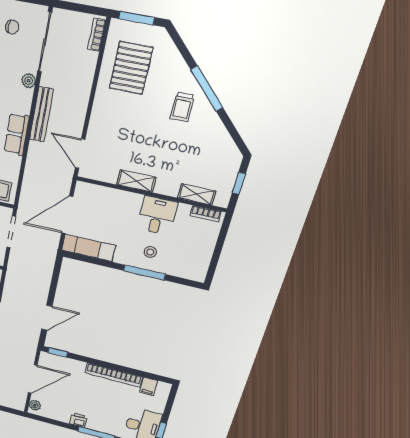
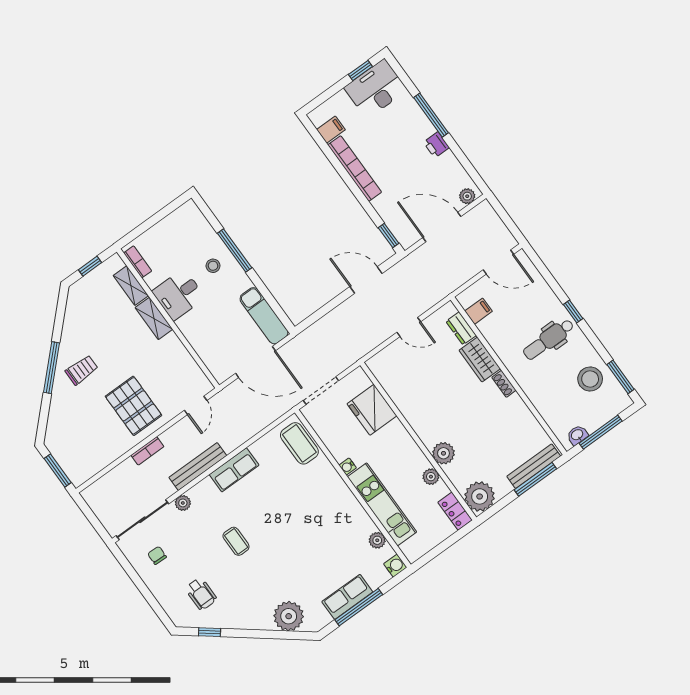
bookcase: (97, 35) -> (147, 451), moved
pallet: (131, 68) -> (133, 406), moved, turned 90
door: (80, 154) -> (196, 405), width x0.73
shelving: (136, 181) -> (154, 318), moved

